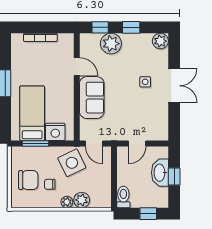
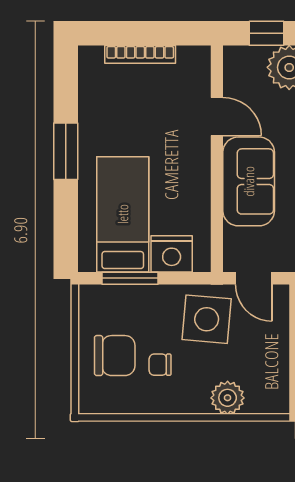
side table: (72, 163) -> (207, 319), turned 31
plant: (67, 202) -> (196, 402), removed

